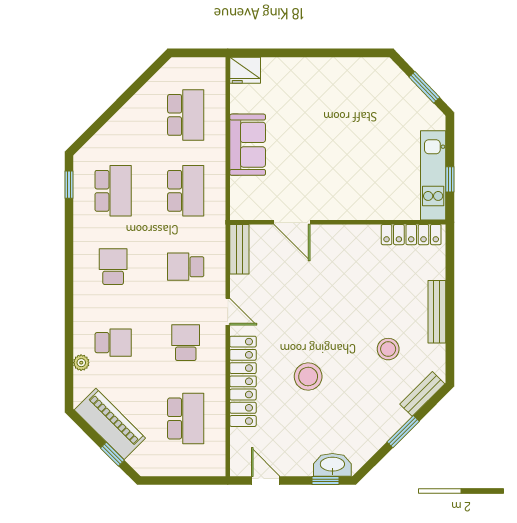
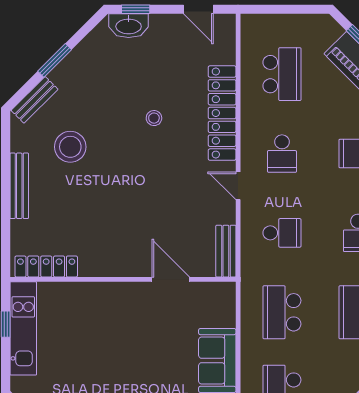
stool: (388, 349) -> (70, 147), width x1.38, depth x1.38
stool: (308, 377) -> (154, 118), width x0.53, depth x0.53
school desk: (186, 419) -> (282, 74), turned 180

